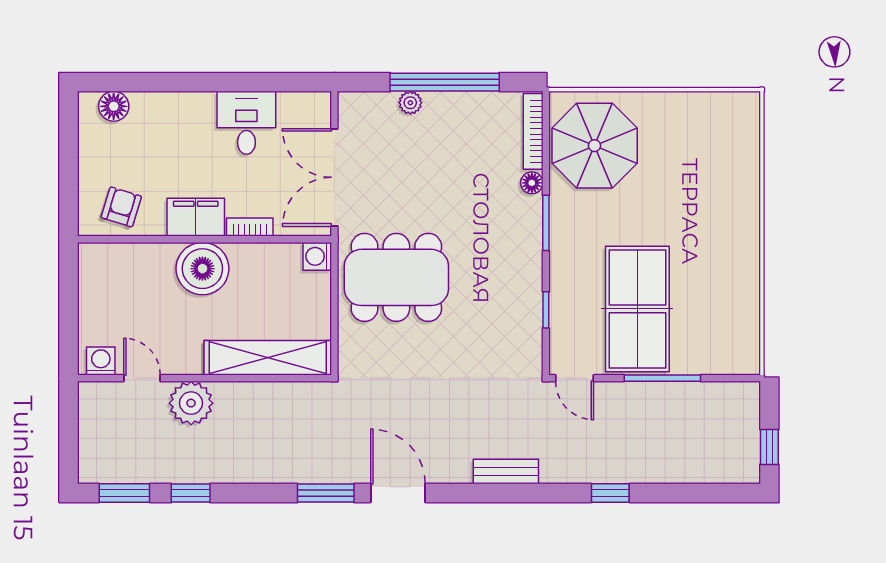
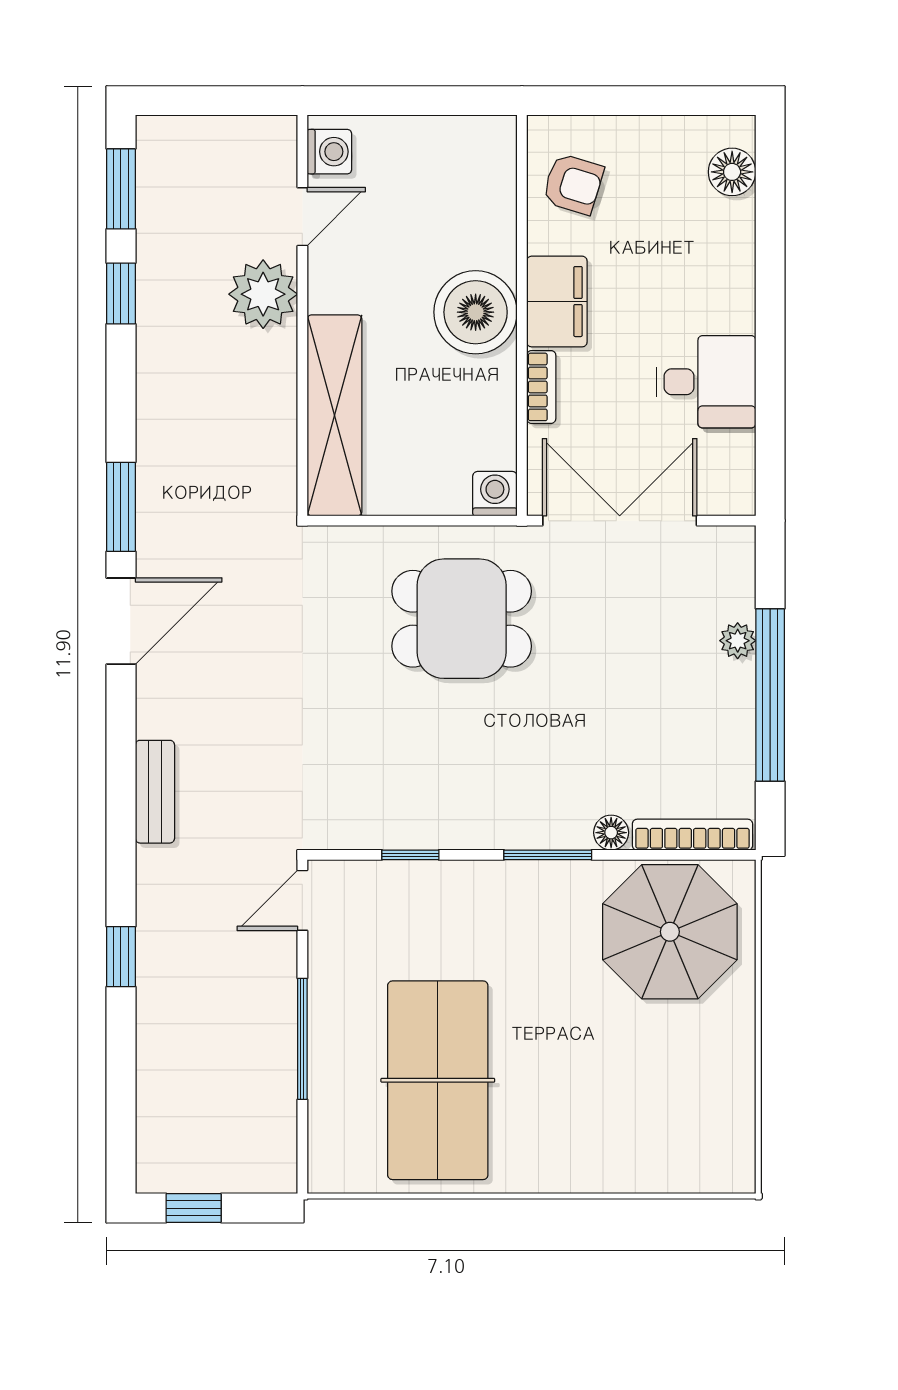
dining table: (396, 277) -> (462, 619), width x0.73
table tennis table: (637, 309) -> (438, 1080), moved, turned 90

